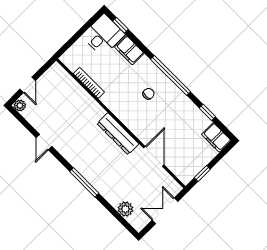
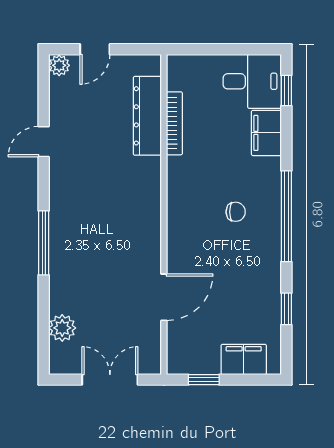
dresser: (118, 134) -> (147, 116), moved
filing cabinet: (216, 137) -> (244, 359), moved, turned 90

